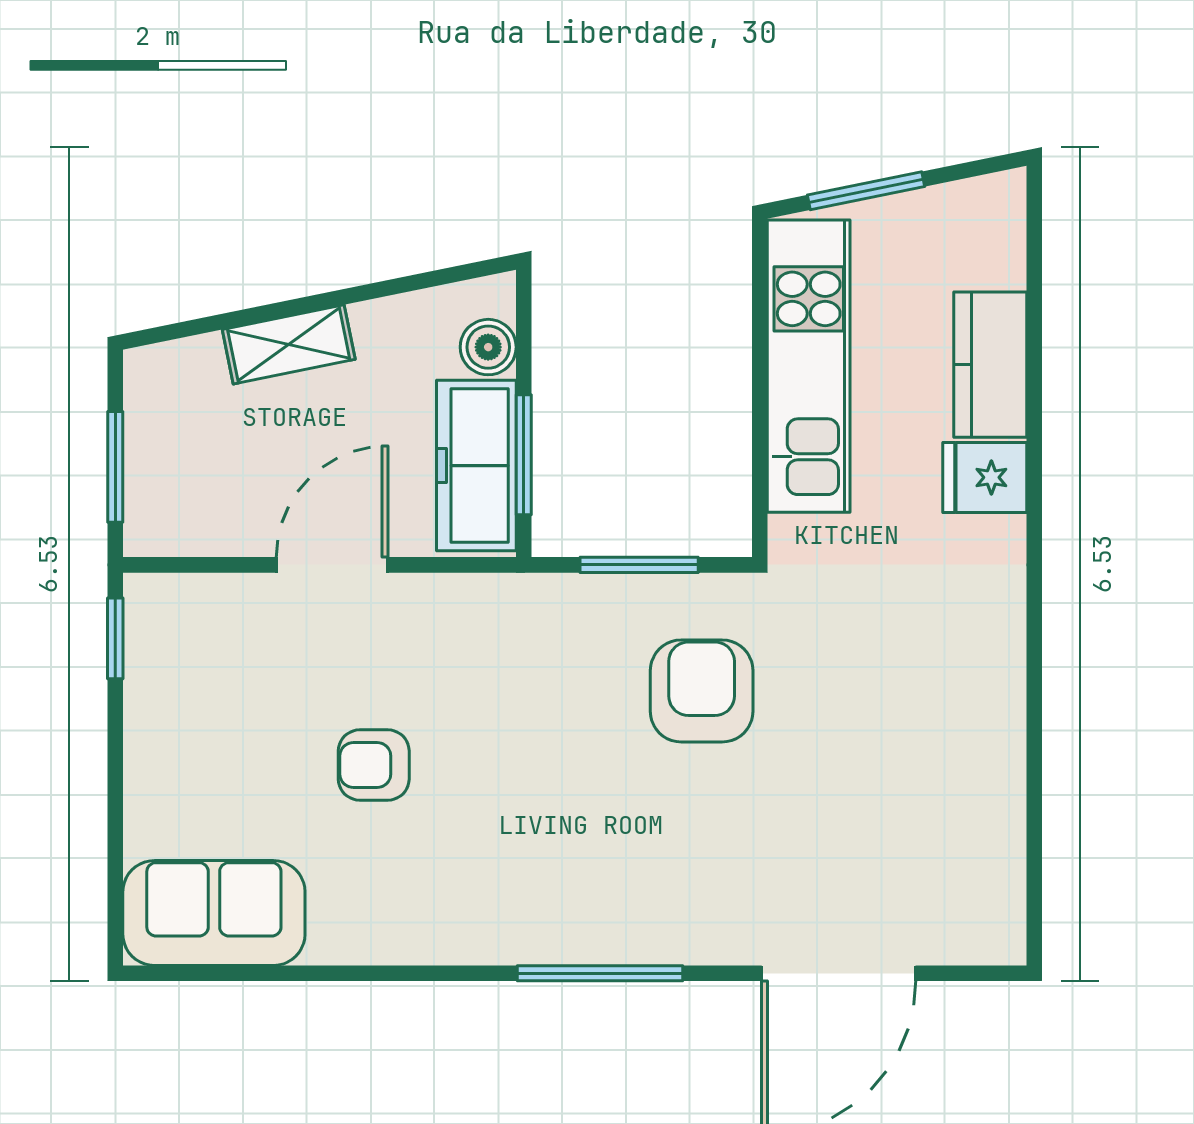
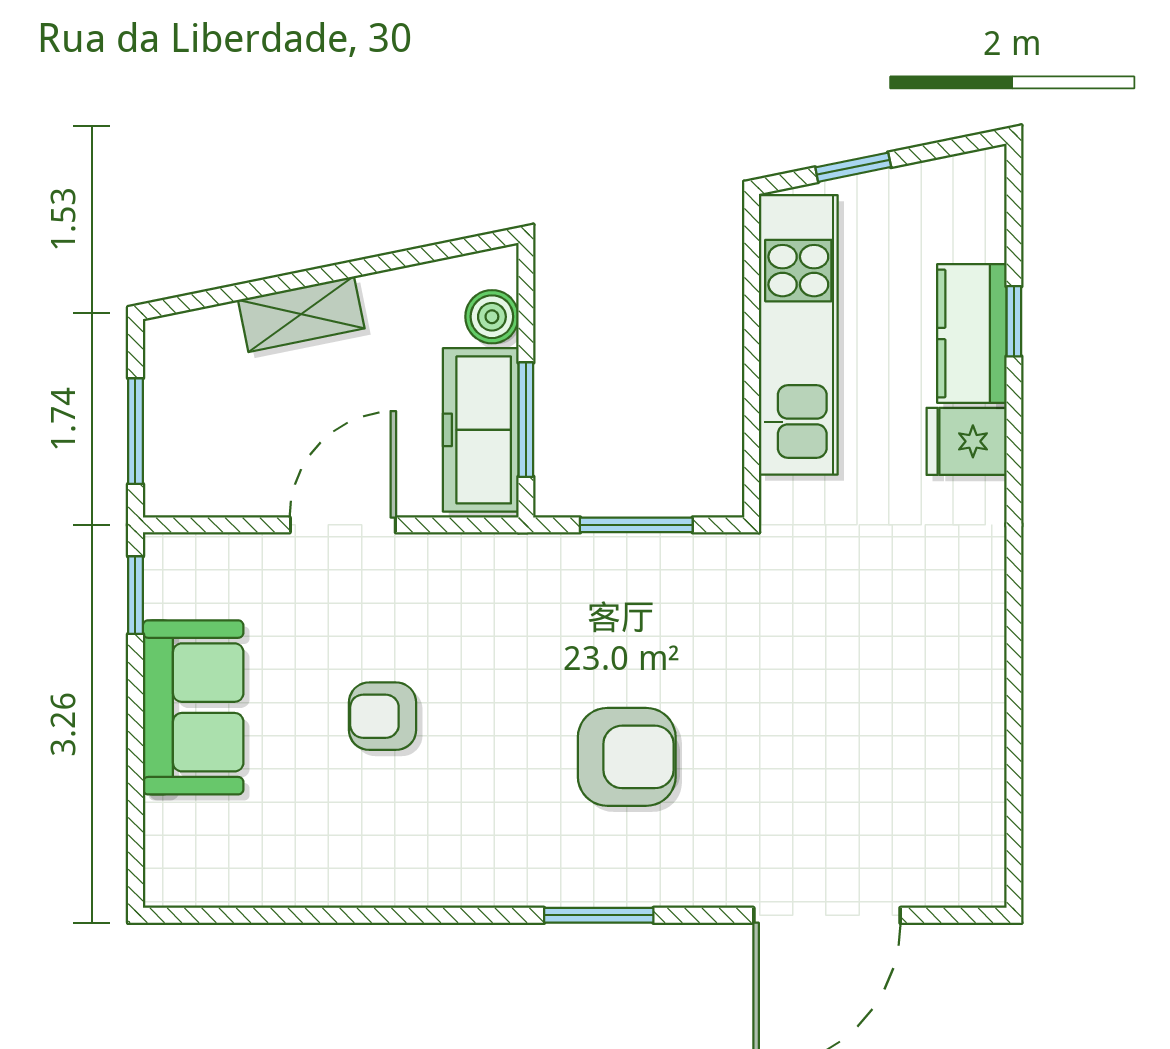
window: (866, 191) -> (853, 167), width x0.67
window: (1034, 352) -> (1014, 321), added
armchair: (702, 691) -> (627, 757), moved, turned 90
sofa: (214, 913) -> (193, 707), moved, turned 90
window: (600, 973) -> (599, 915), width x0.69

